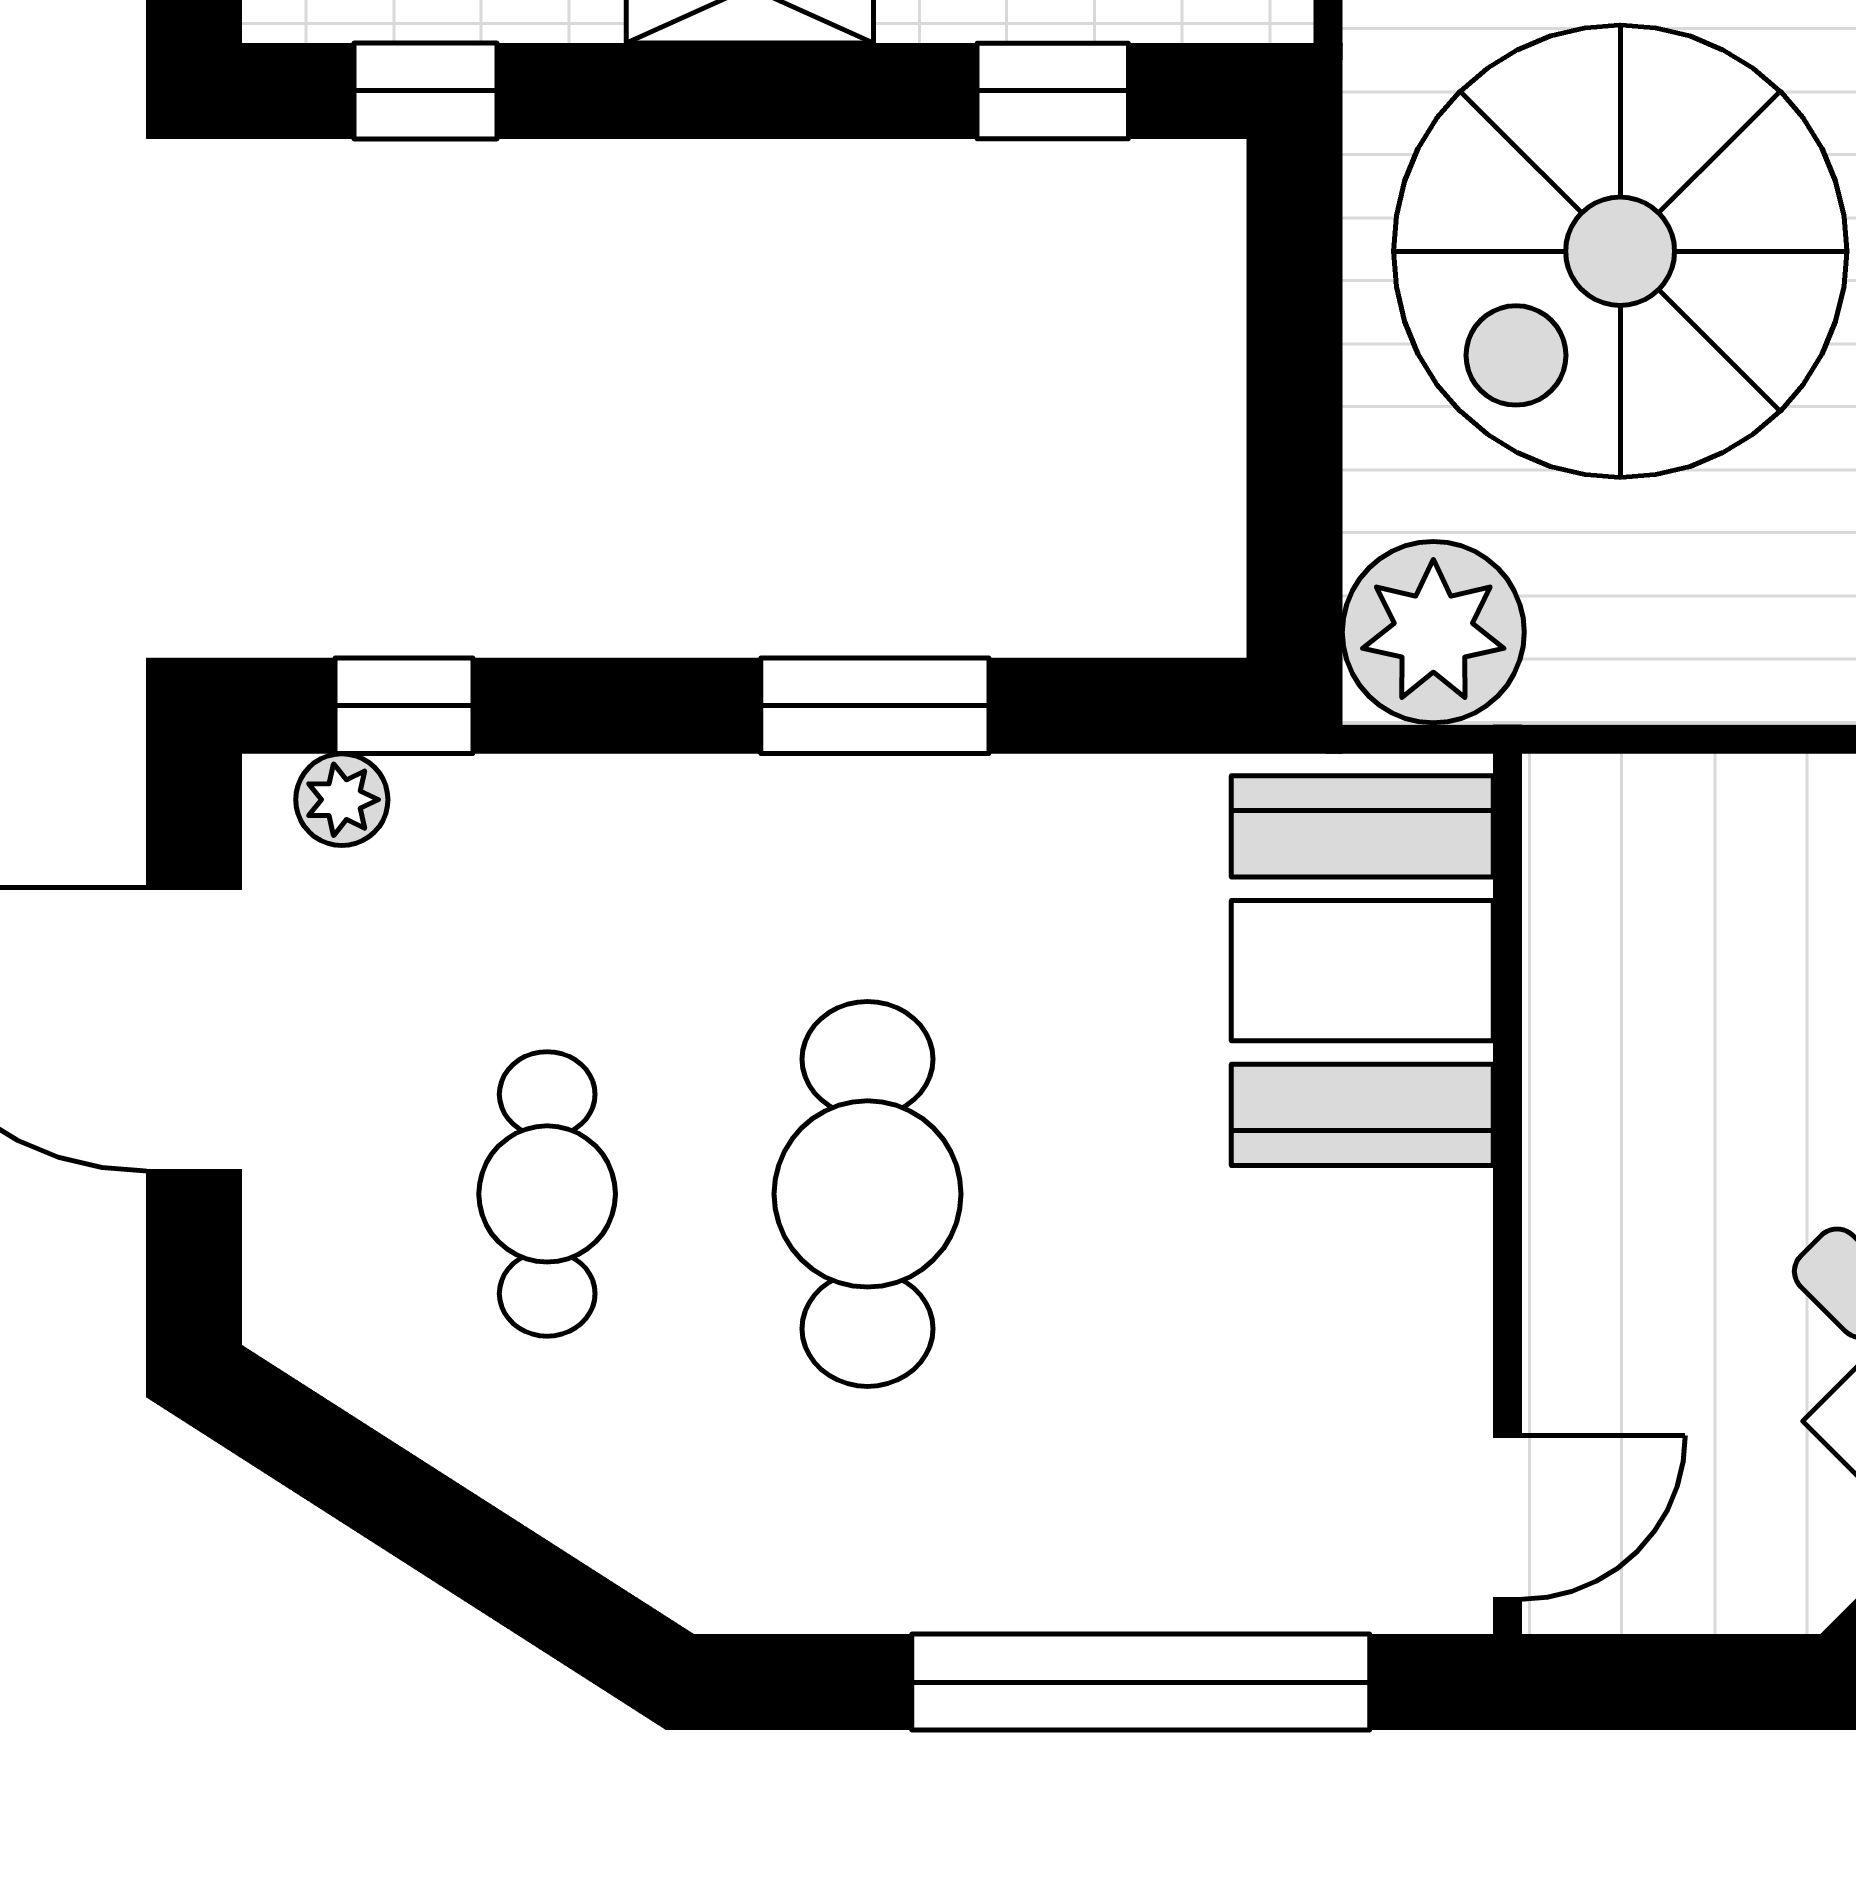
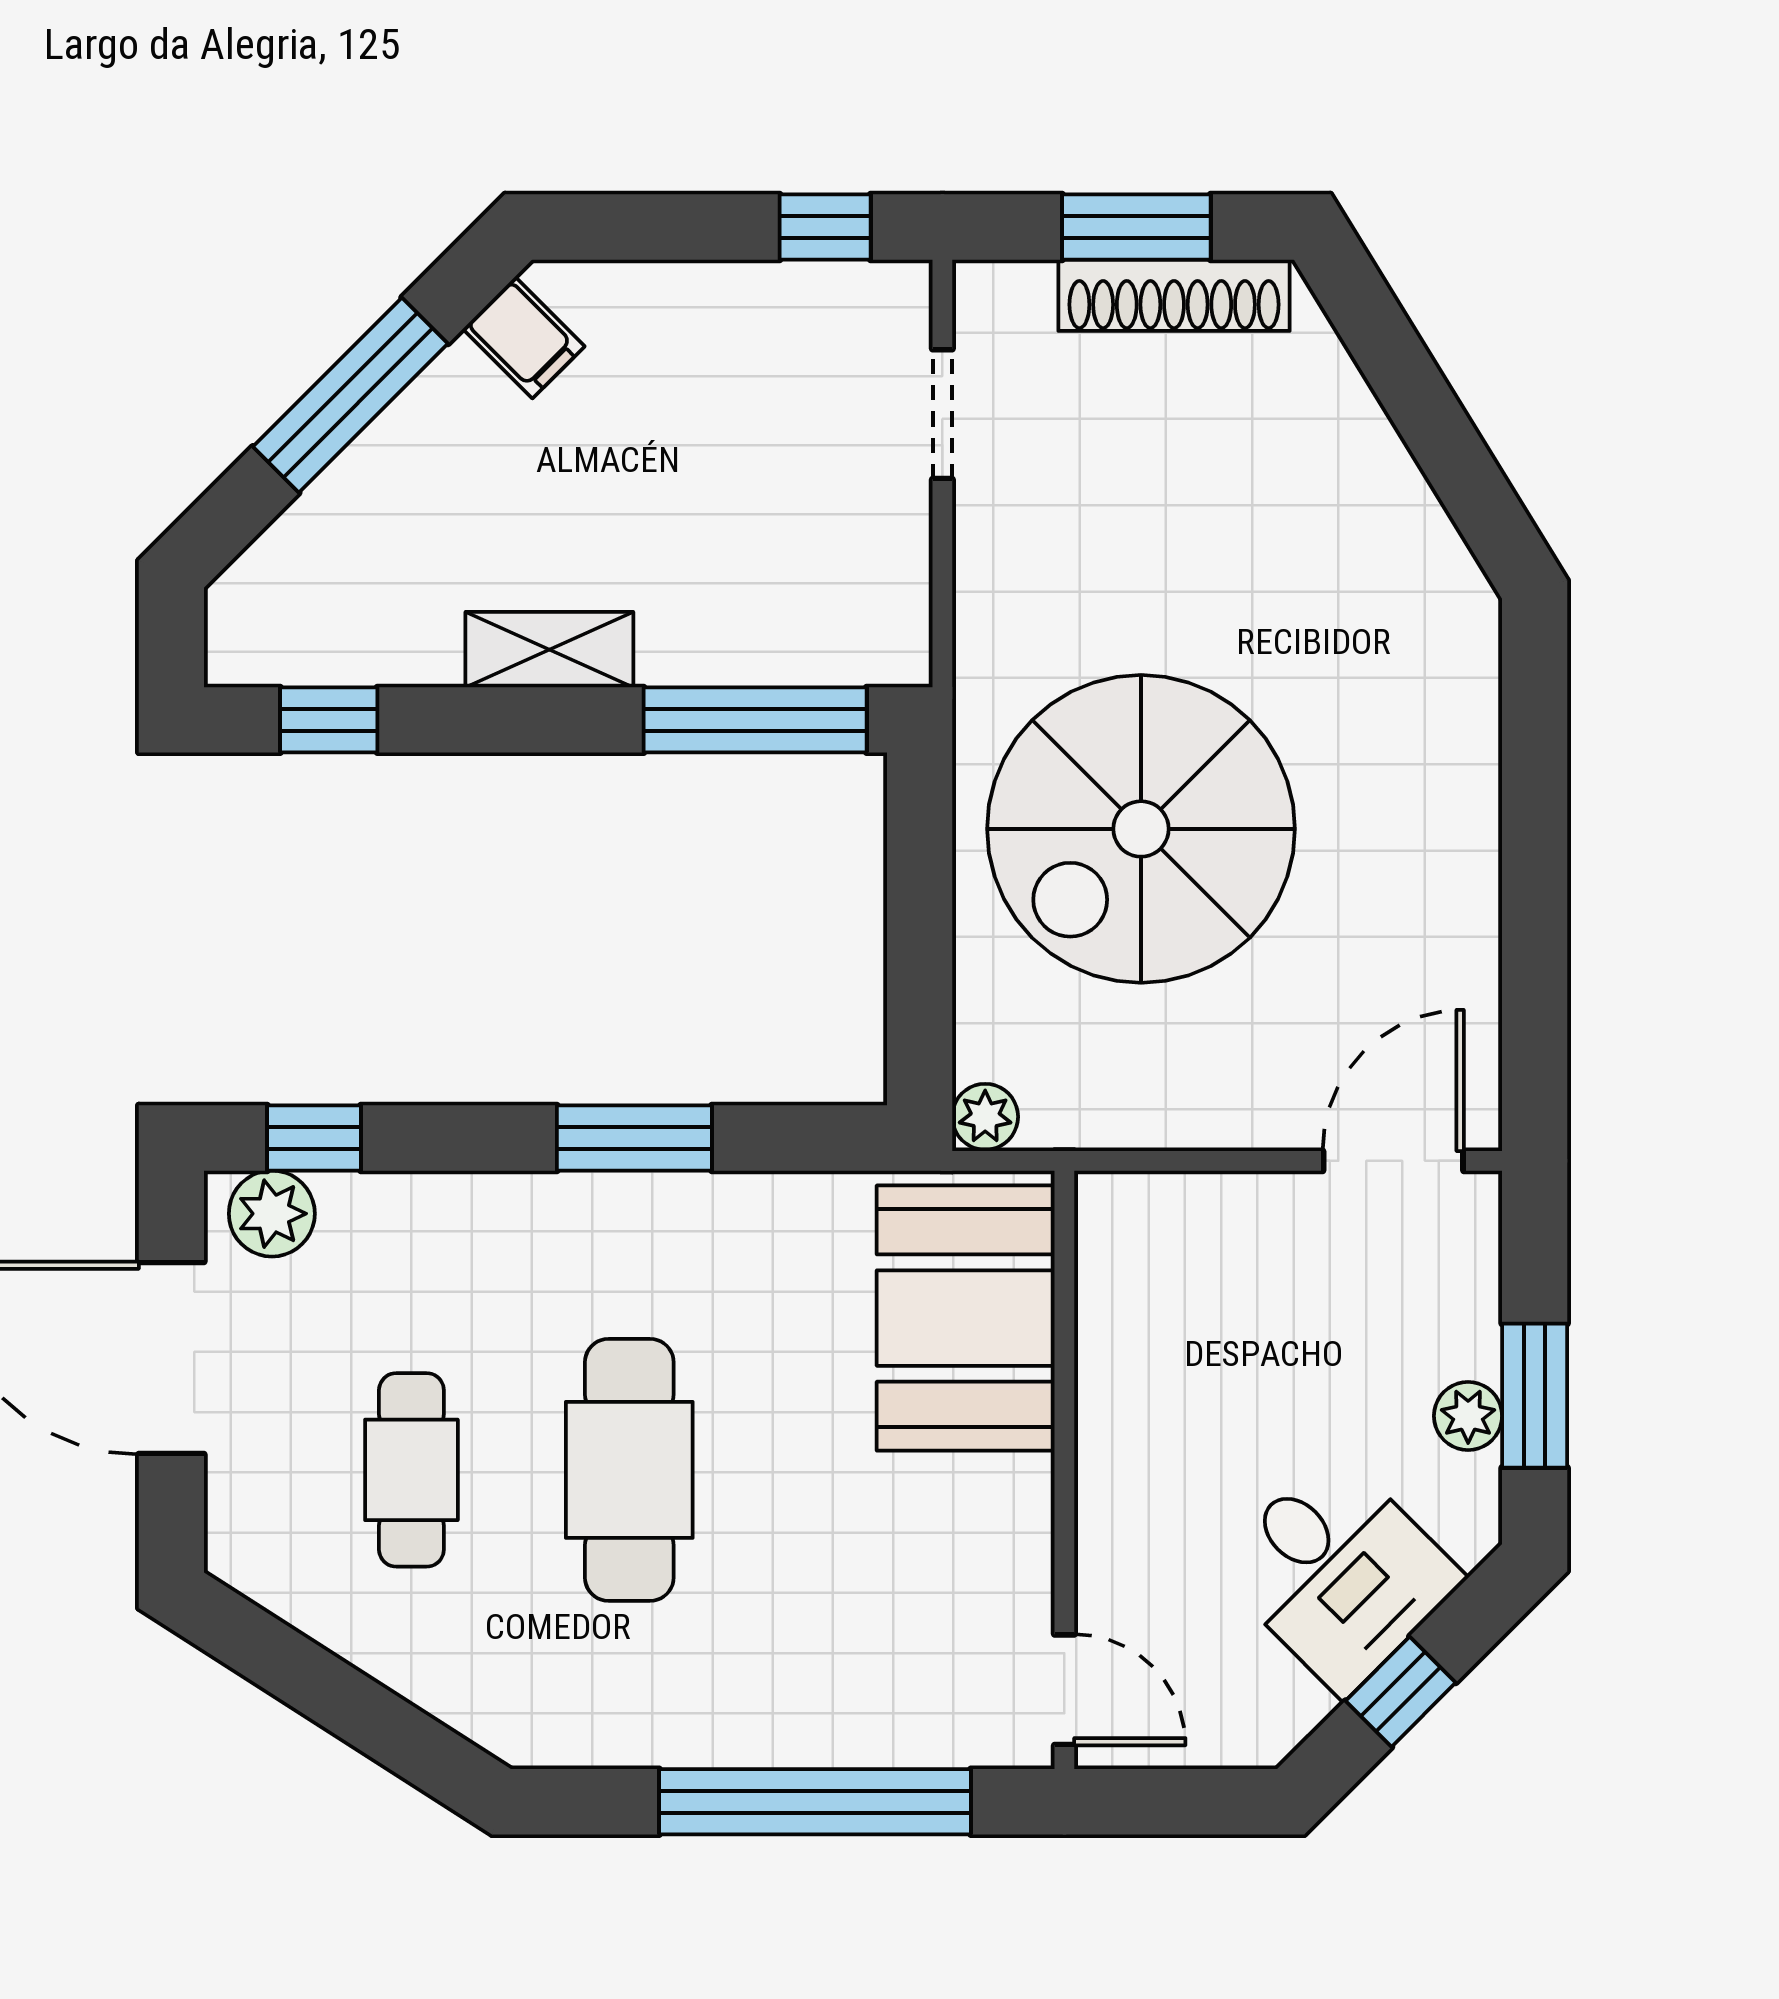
window: (1053, 91) -> (755, 720), width x2.17
plant: (1433, 632) -> (985, 1117), width x0.53, depth x0.53
plant: (342, 800) -> (272, 1214), width x1.38, depth x1.38
door: (1508, 1517) -> (1064, 1690), hinge flipped

